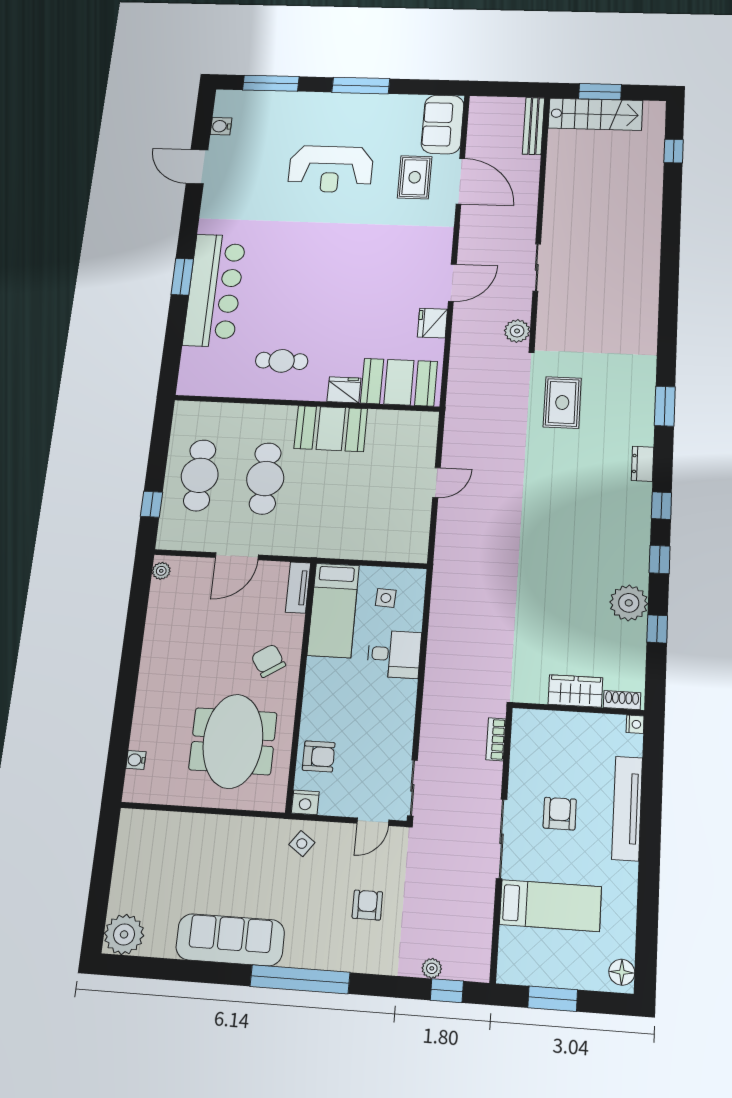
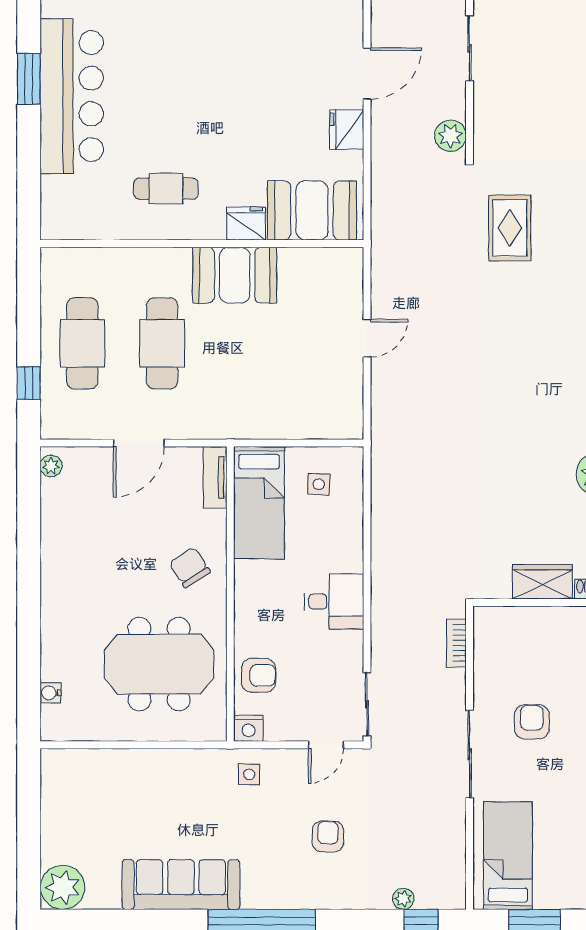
desk: (394, 654) -> (334, 602), moved
meeting table: (233, 741) -> (159, 664), turned 90
side table: (302, 844) -> (249, 774), turned -36
bed: (550, 906) -> (508, 856), moved, turned -90

